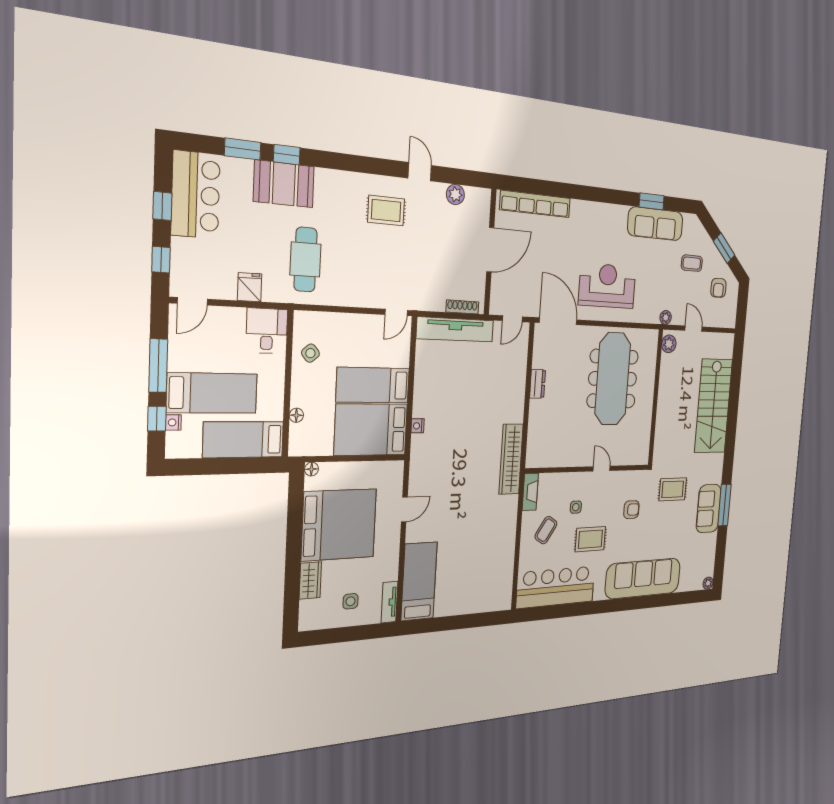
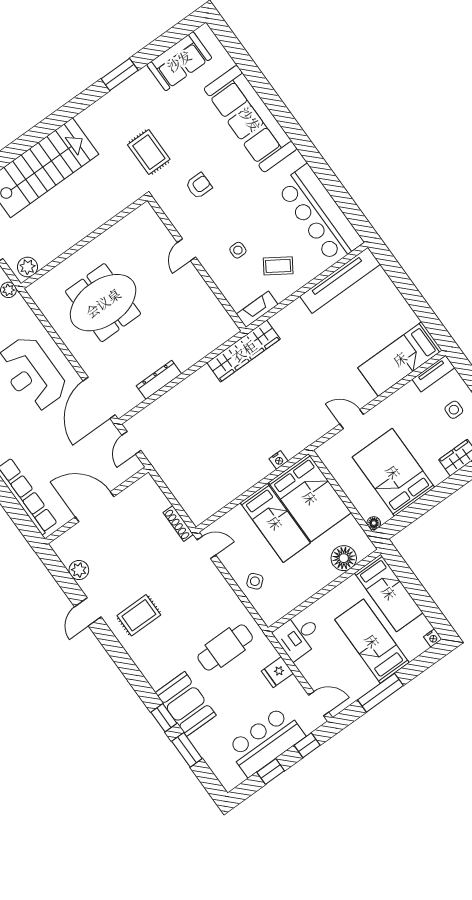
bar counter: (196, 195) -> (266, 741), moved
rug: (386, 211) -> (139, 615), turned 90
shoe rack: (462, 307) -> (178, 523), moved
door: (512, 319) -> (131, 443), swing flipped
tv unit: (455, 329) -> (340, 280), moved, turned 90
side table: (310, 353) -> (255, 581), moved
meeting table: (613, 379) -> (103, 303), width x0.73
dresser: (538, 384) -> (159, 380), width x1.44
floor lamp: (296, 415) -> (344, 558), width x1.89, depth x1.89
window: (157, 419) -> (418, 666), removed
nightstand: (173, 422) -> (433, 638), moved
window: (724, 505) -> (120, 75), width x0.69
sofa: (709, 509) -> (179, 61), moved
armchair: (631, 510) -> (199, 186), turned 90
bed: (339, 525) -> (393, 472), width x0.73
rug: (590, 539) -> (255, 211), removed
plant: (708, 583) -> (204, 32), removed

